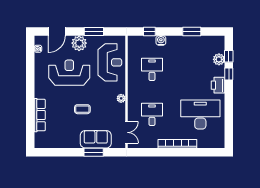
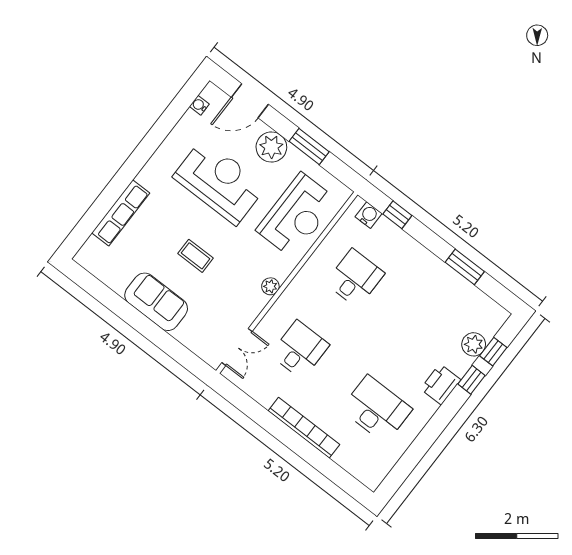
water cooler: (161, 40) -> (369, 215), moved
desk: (200, 114) -> (376, 409), width x0.73, depth x0.77
sofa: (96, 139) -> (156, 302), moved
window: (94, 152) -> (160, 338), removed

